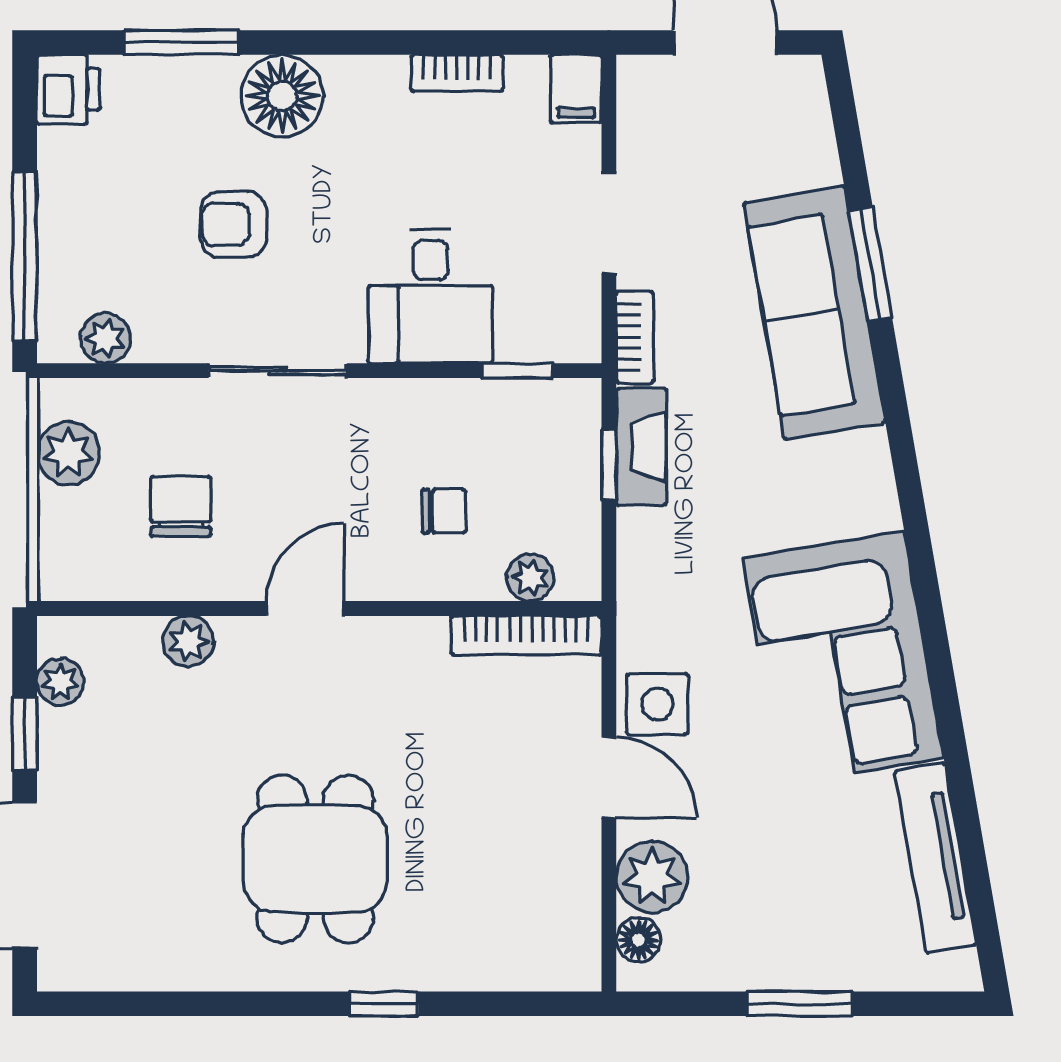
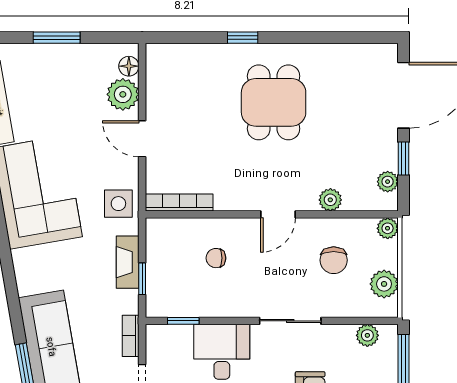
fireplace: (641, 447) -> (128, 262), moved
plant: (530, 578) -> (388, 228), moved
side table: (657, 704) -> (118, 204), moved

